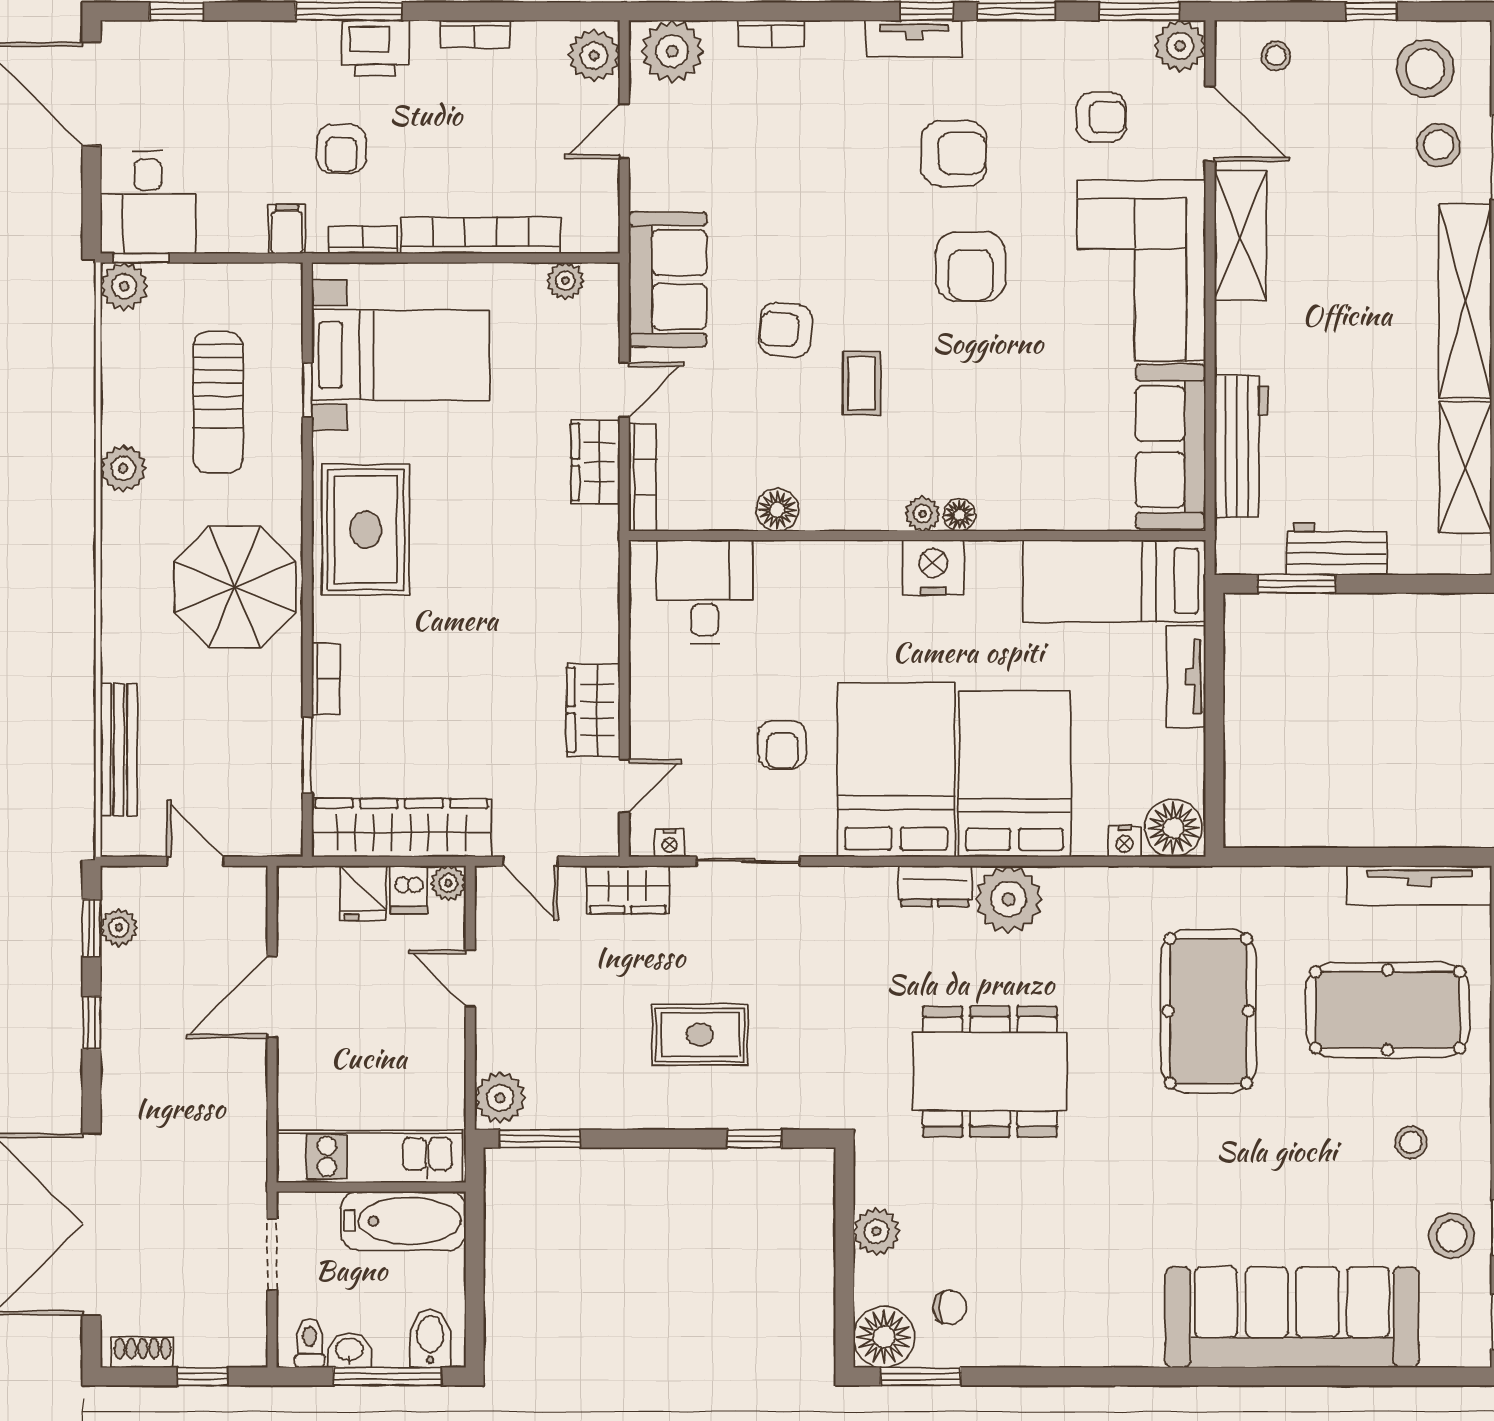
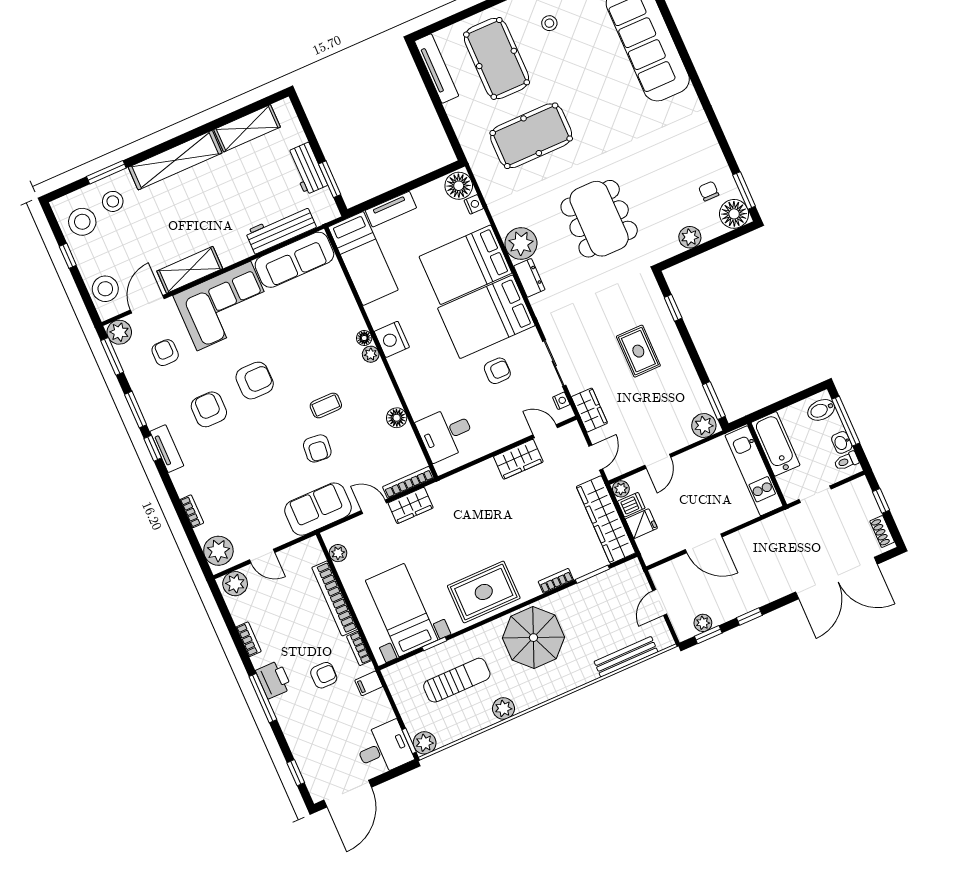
stool: (1276, 56) -> (105, 289), width x1.89, depth x1.89

